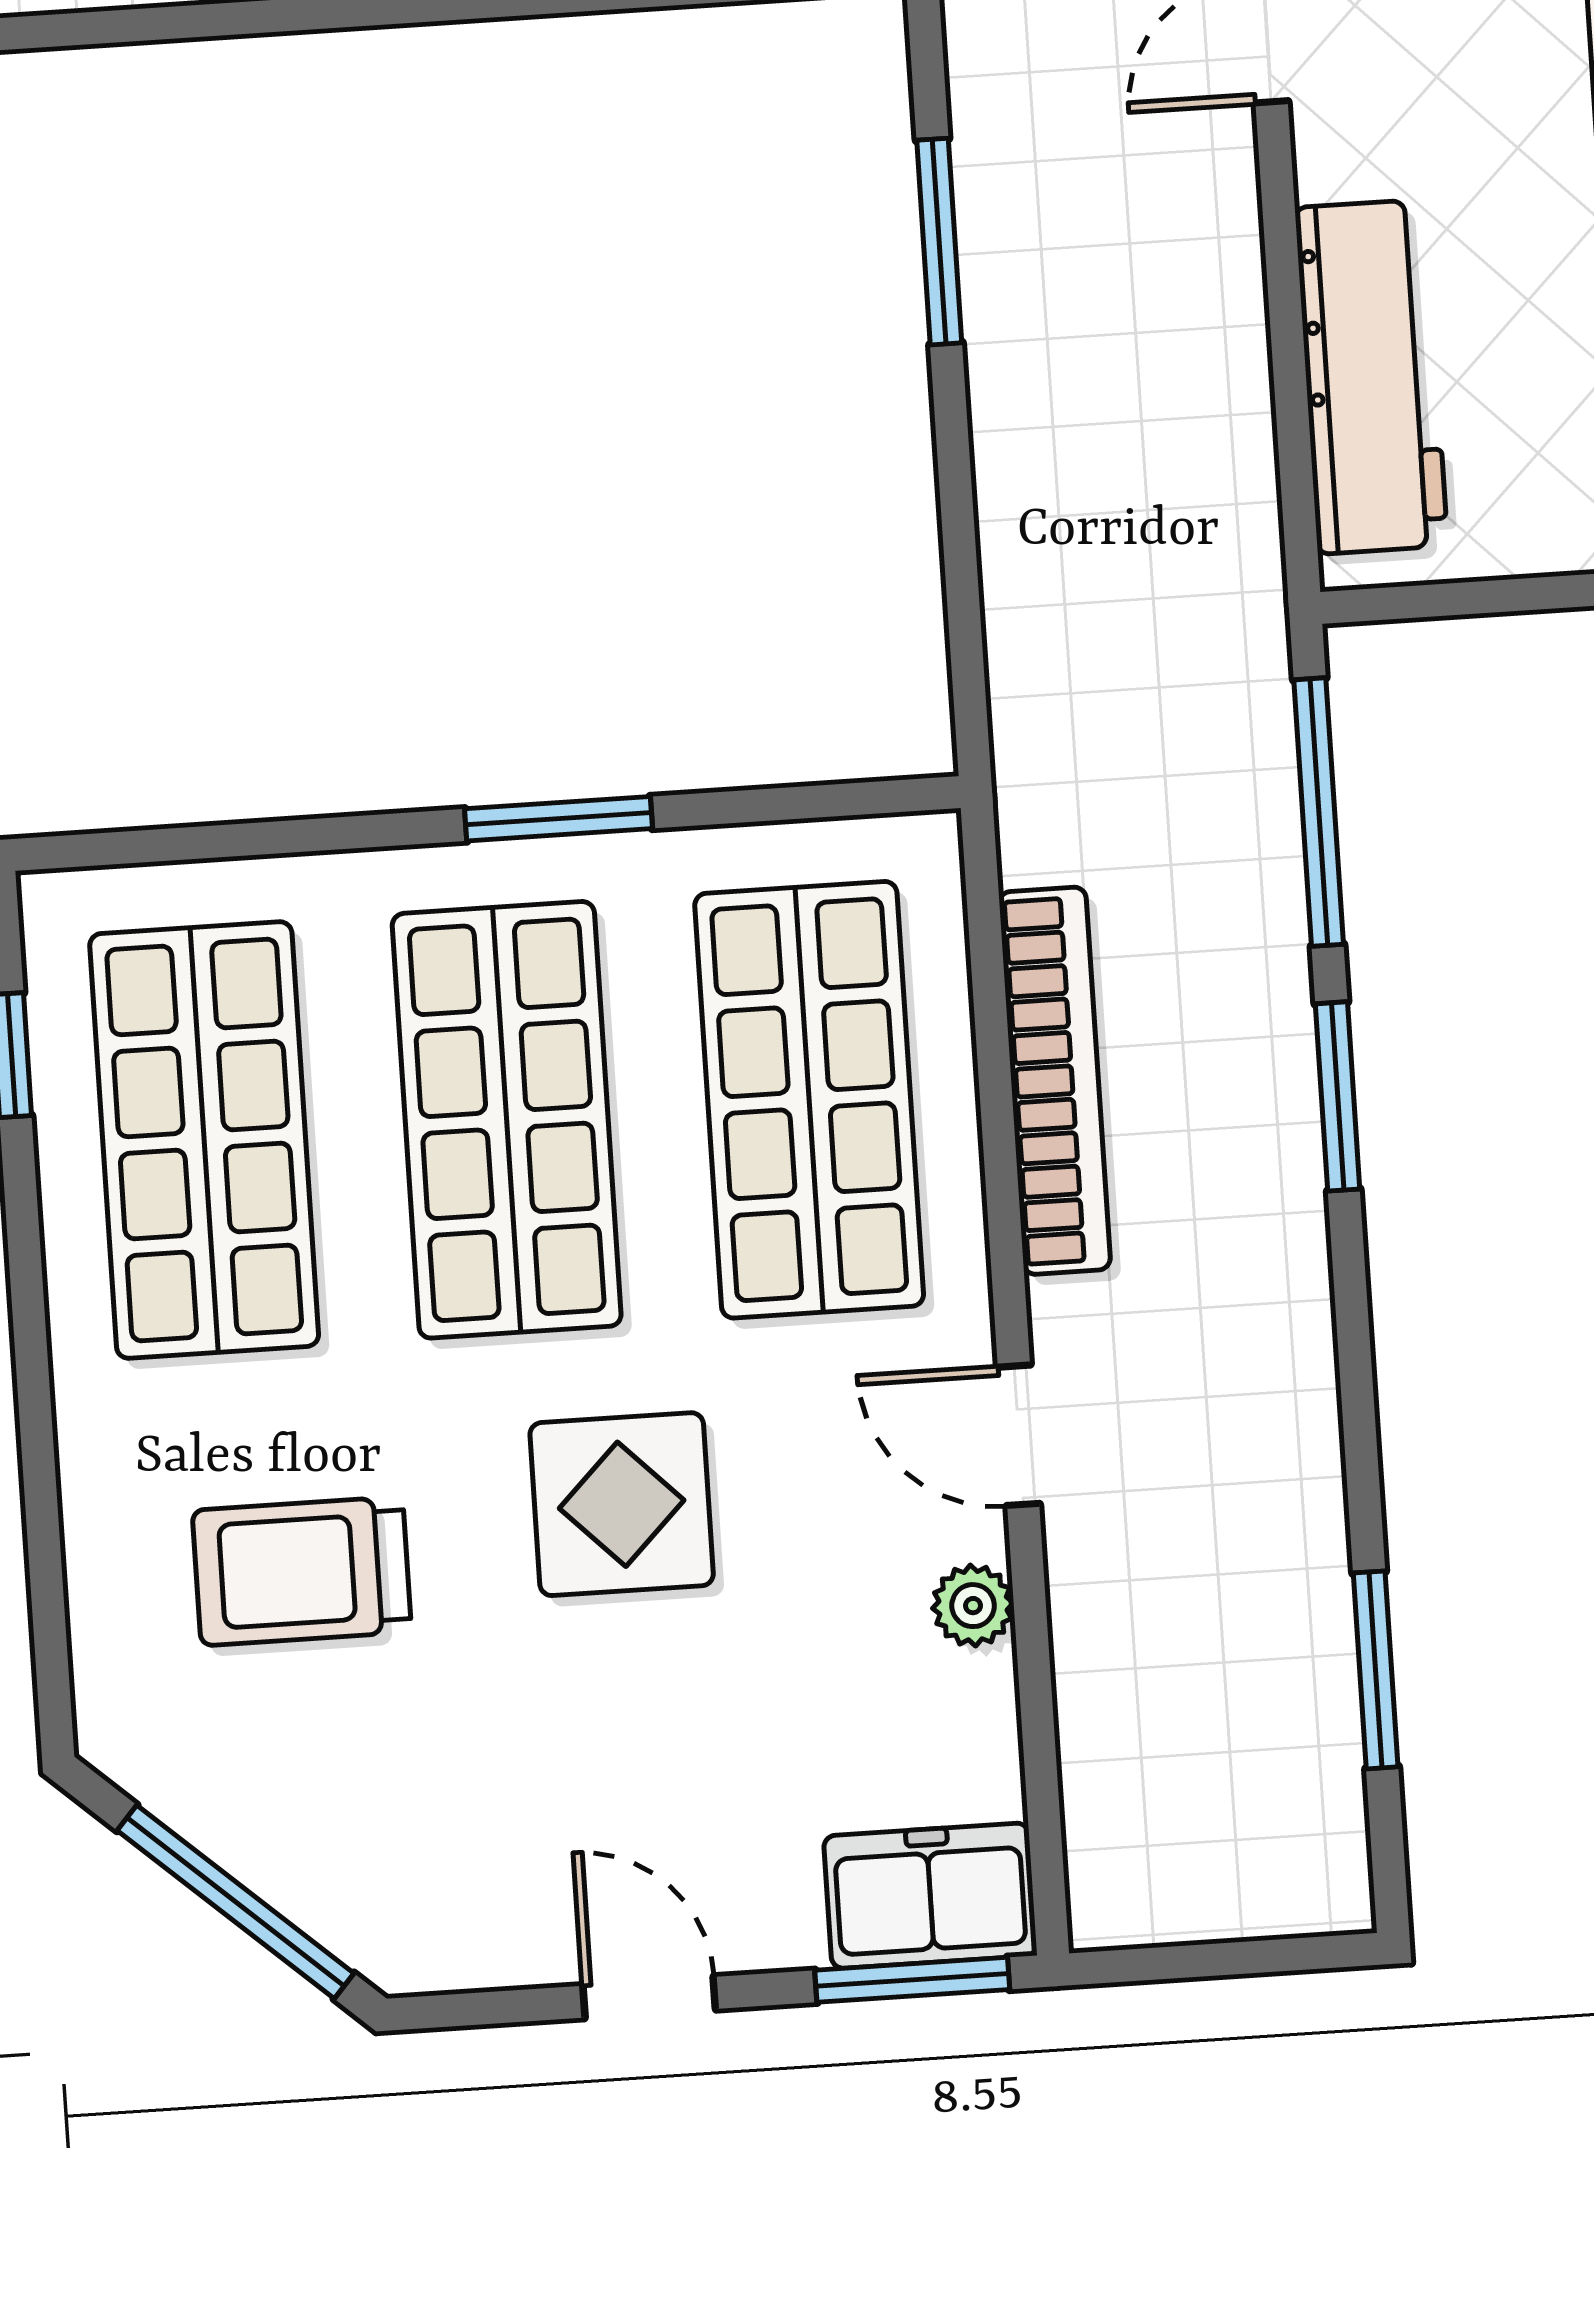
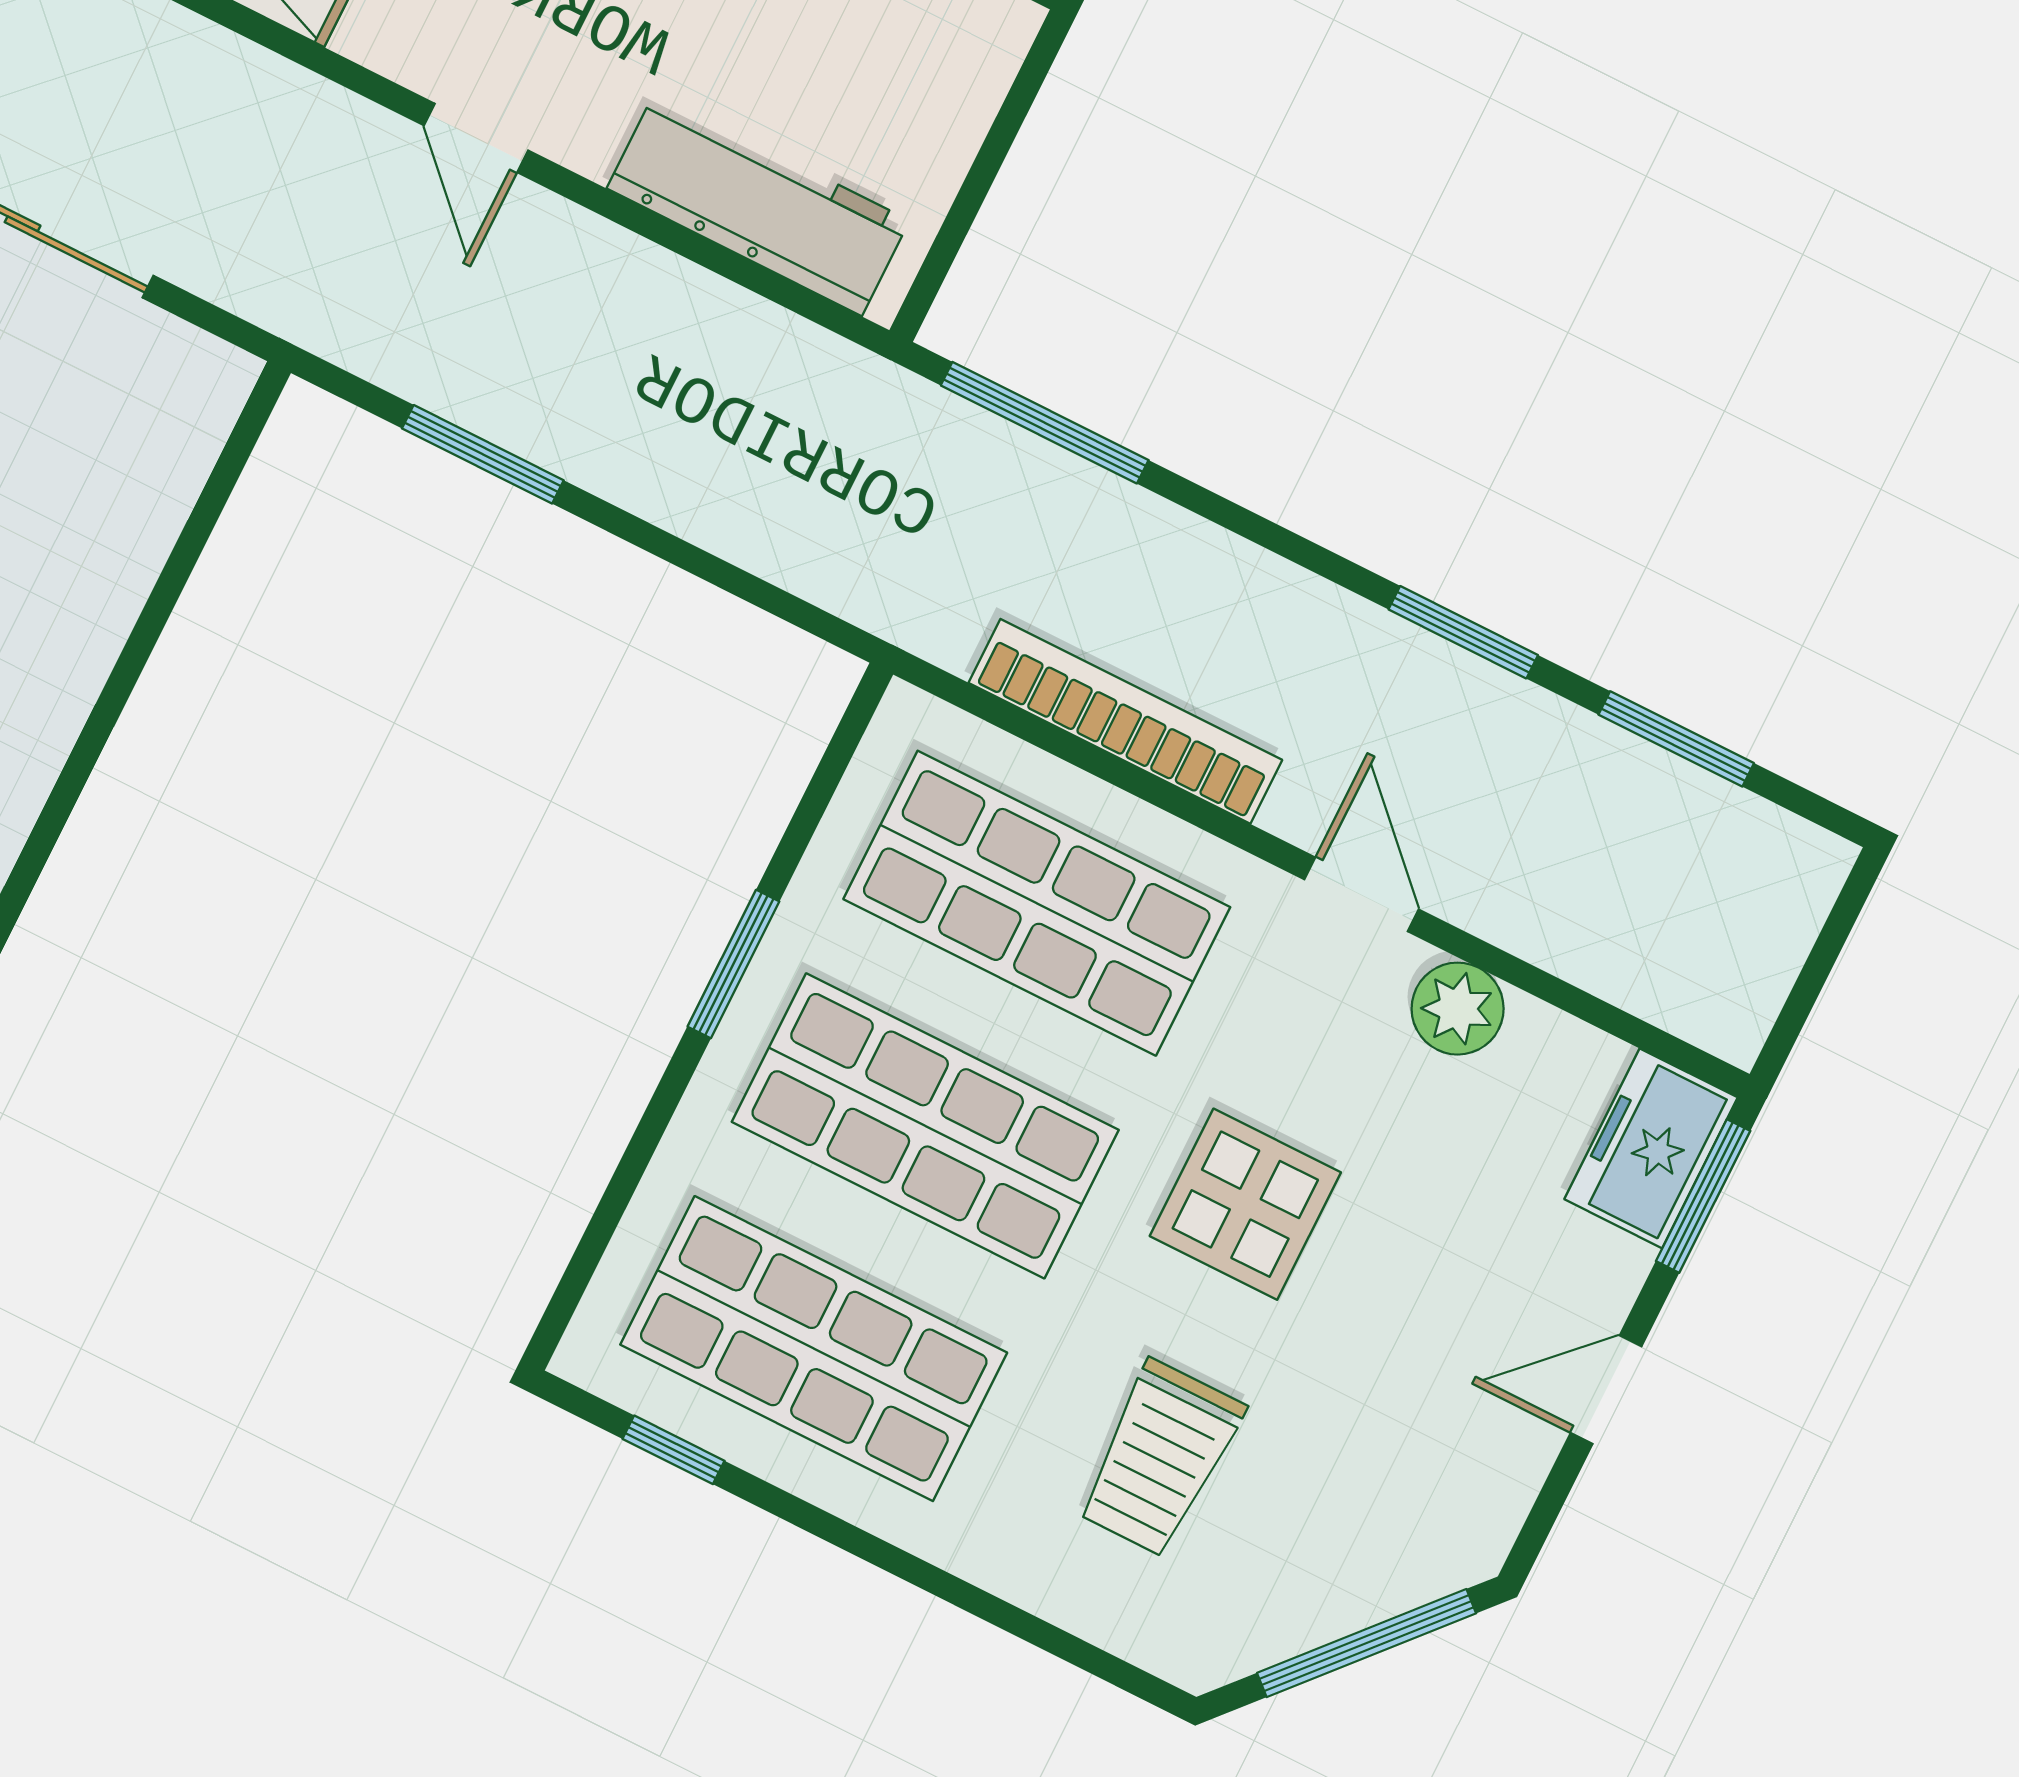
window: (1338, 1096) -> (1463, 632), moved
door: (1019, 1435) -> (1362, 894), swing flipped
plant: (973, 1606) -> (1458, 1009), width x1.38, depth x1.38

